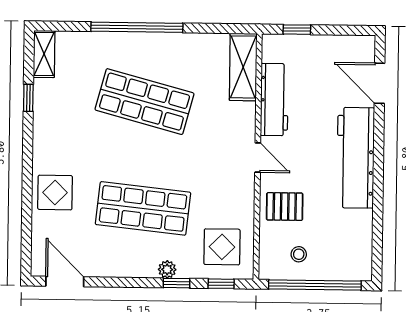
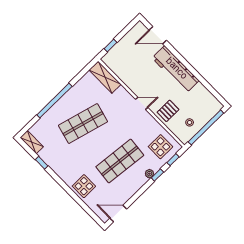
workbench: (274, 100) -> (127, 78), removed

